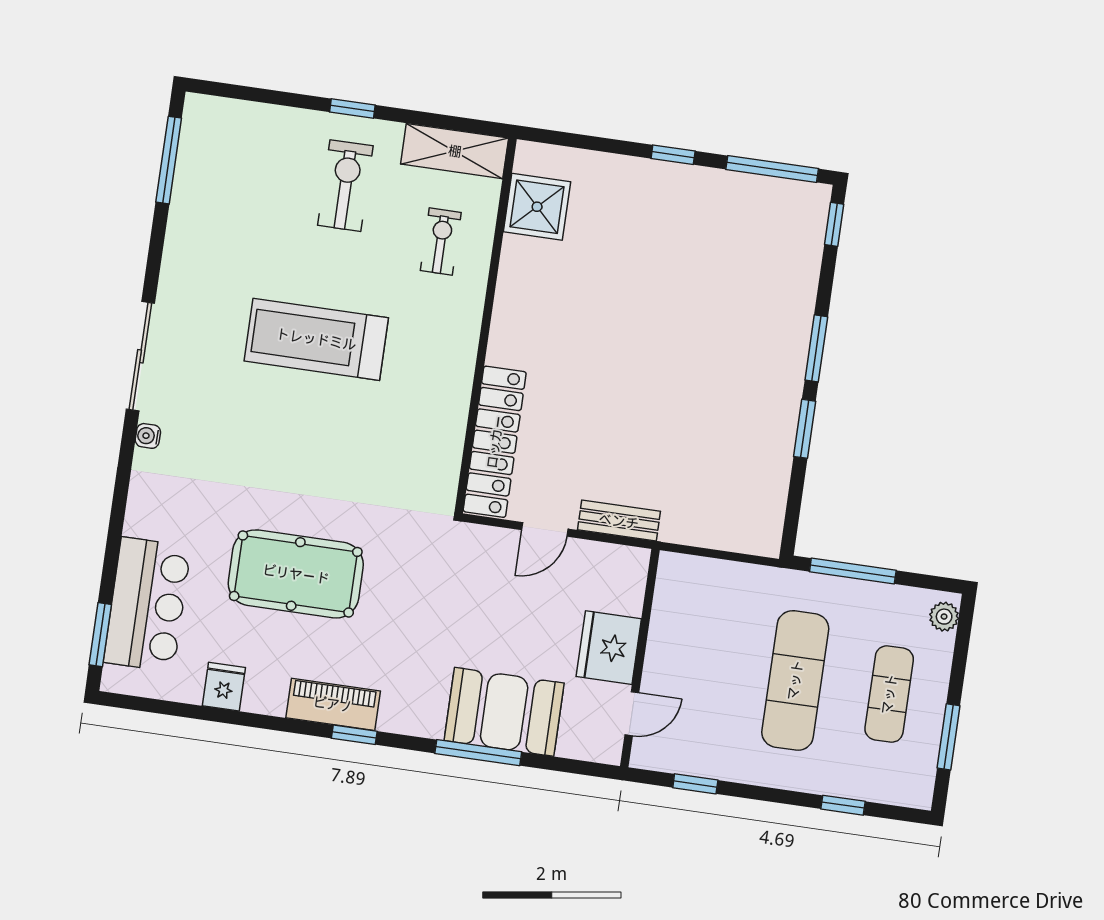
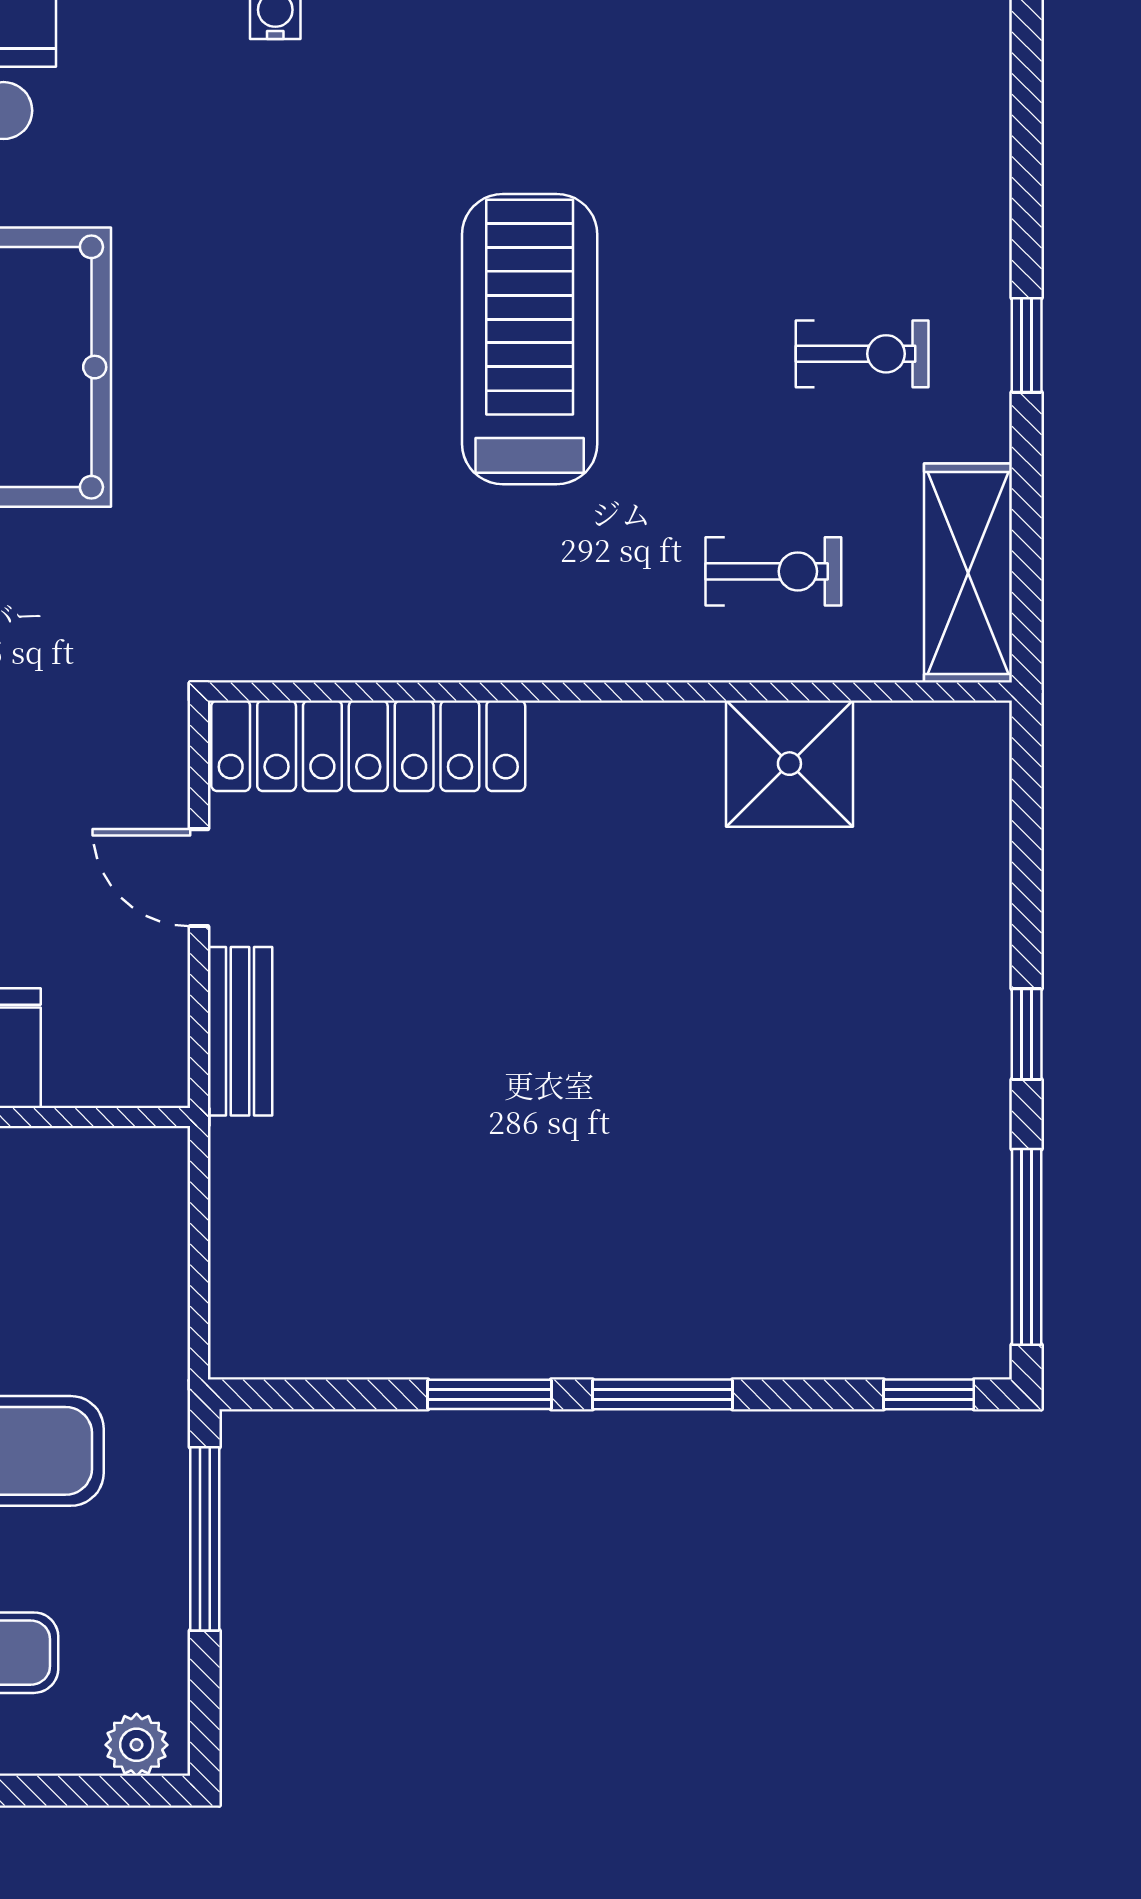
exercise bike: (345, 186) -> (862, 354), width x0.73, depth x0.72
shower: (537, 207) -> (789, 764), moved

